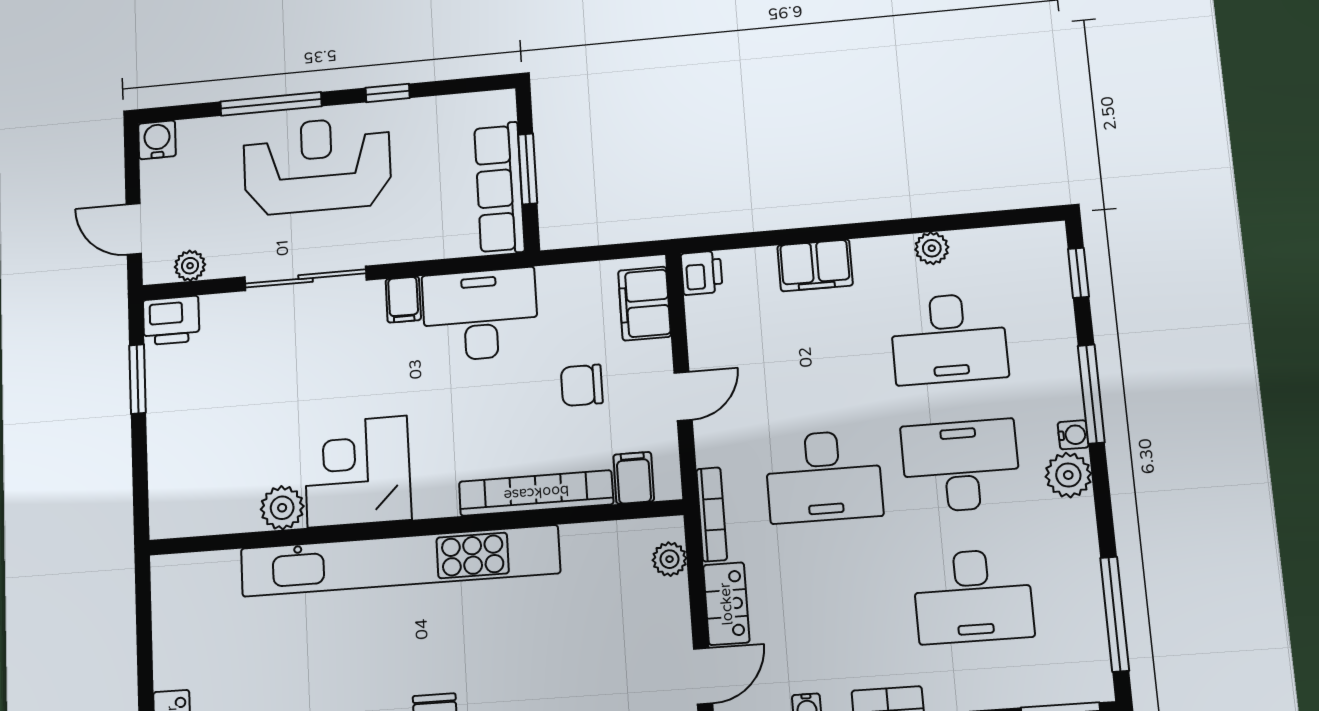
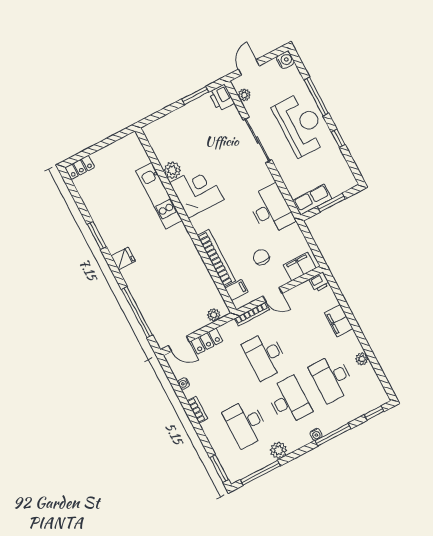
row of seats: (499, 188) -> (312, 200), width x0.68
filing cabinet: (403, 300) -> (265, 179), removed
plant: (1068, 475) -> (279, 450), moved
bookcase: (712, 514) -> (252, 314), moved
kitchen unit: (399, 561) -> (159, 196), width x0.54

